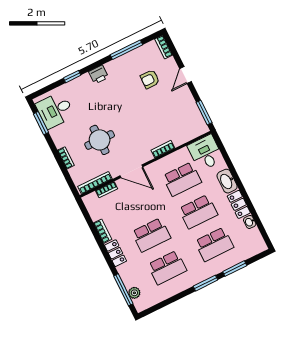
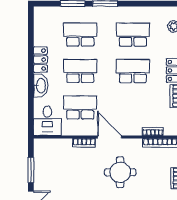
window: (204, 112) -> (31, 170), moved
round table: (100, 140) -> (120, 172), moved
door: (131, 171) -> (110, 137), moved
washbasin: (250, 222) -> (38, 39), removed

